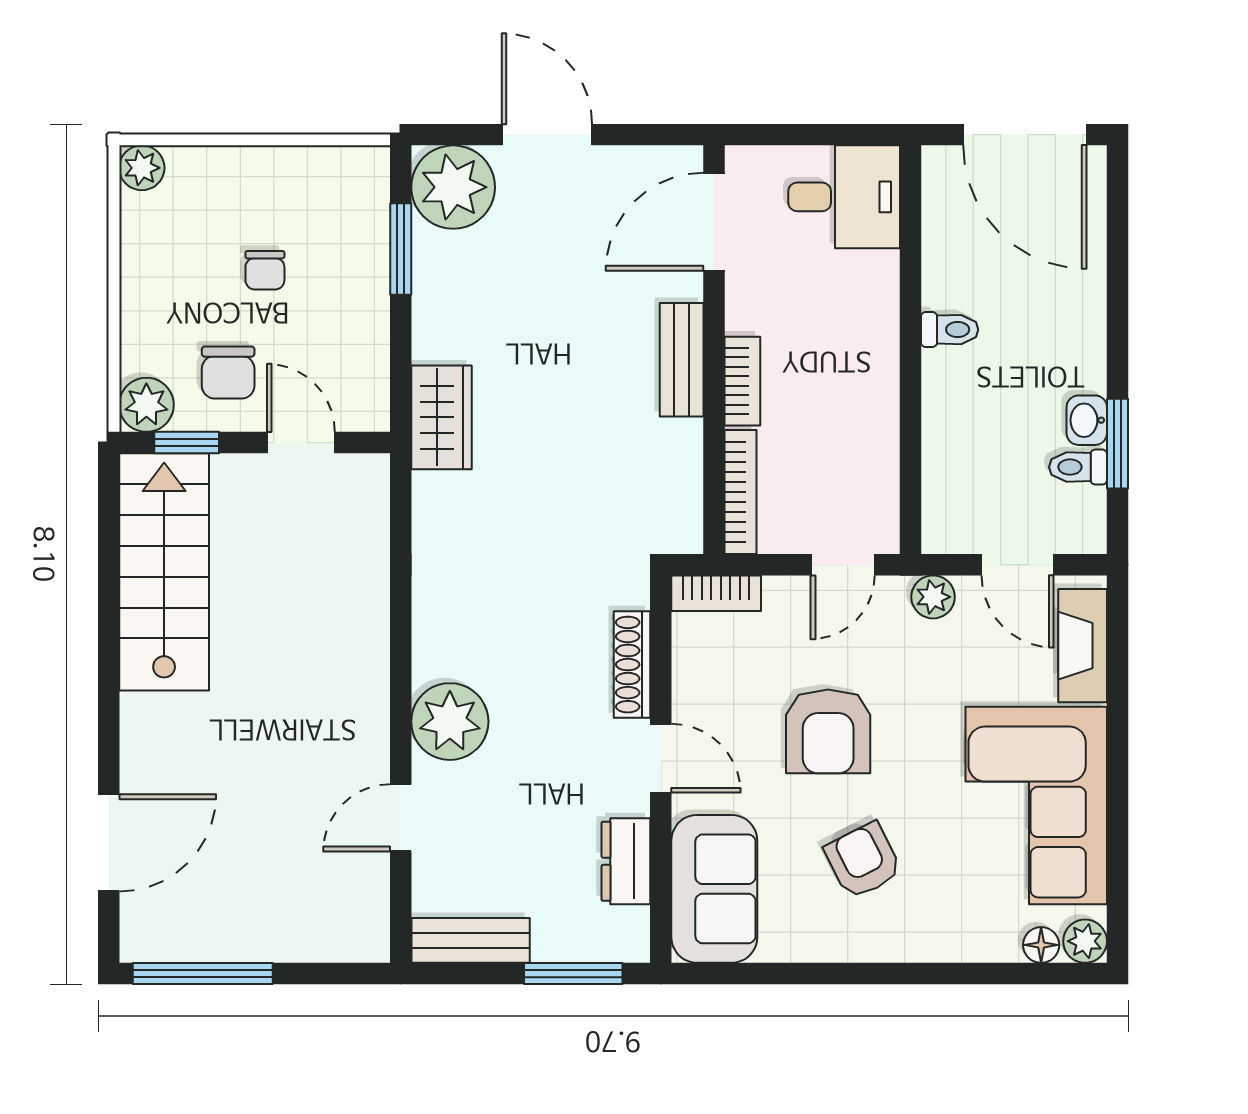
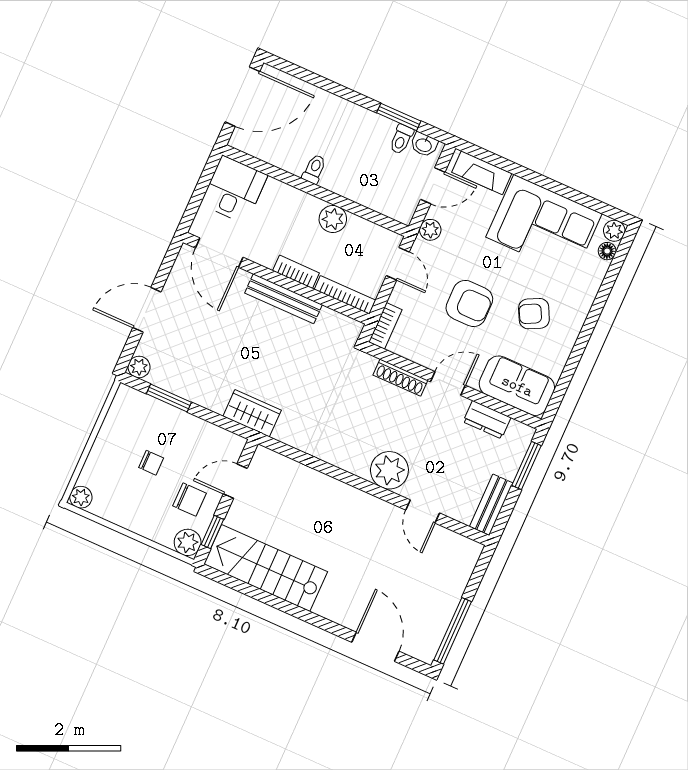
plant: (453, 187) -> (139, 367), width x0.53, depth x0.53
bench: (682, 360) -> (284, 299), width x1.36
plant: (872, 406) -> (333, 219), added
washbasin: (1087, 420) -> (424, 145), moved

